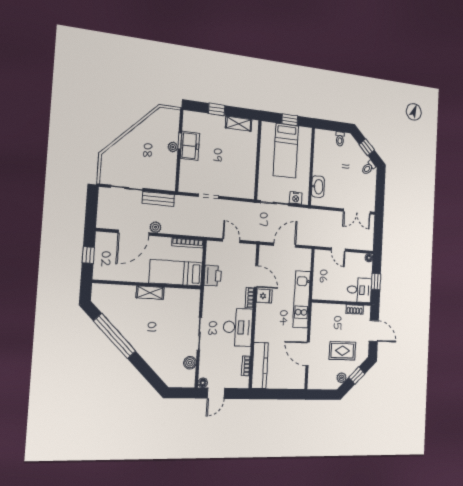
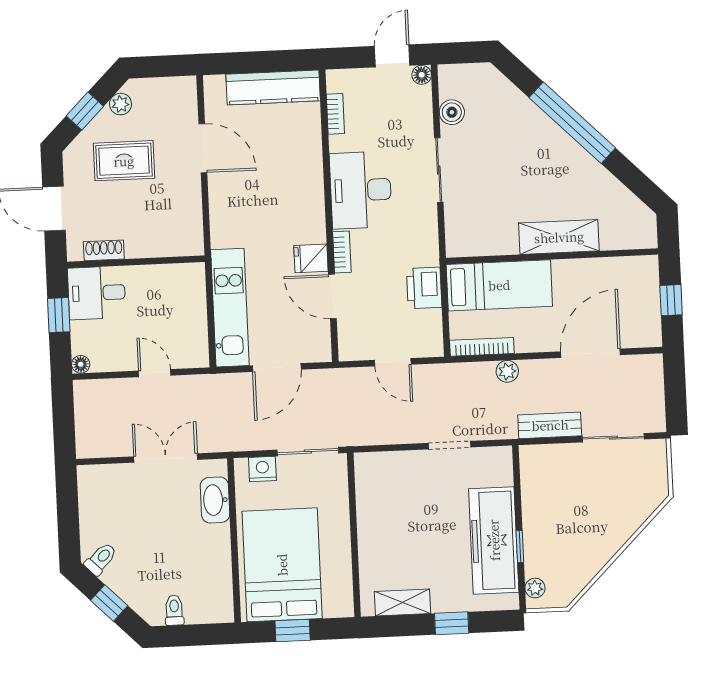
freezer: (190, 146) -> (494, 540), width x1.91, depth x1.26
plant: (173, 147) -> (535, 588), moved
bed: (286, 151) -> (282, 565), width x1.50
double door: (357, 211) -> (166, 458), moved
plant: (156, 227) -> (507, 371), moved
shelving: (150, 293) -> (559, 237), width x1.50, depth x1.33
kitchen unit: (302, 299) -> (230, 308), moved
window: (115, 336) -> (572, 123), moved
kitchen counter: (260, 365) -> (273, 87), moved, turned -90

